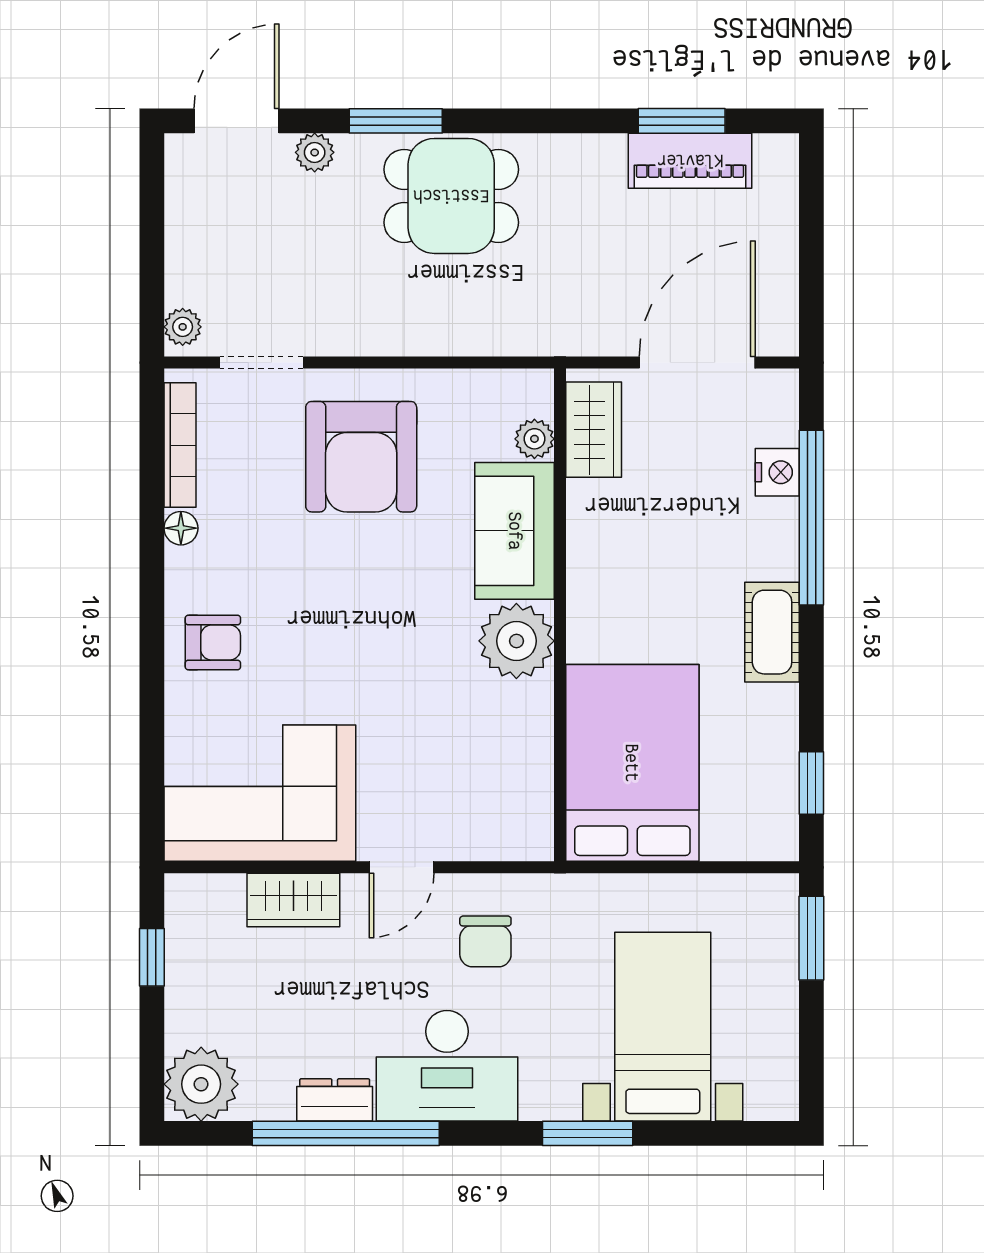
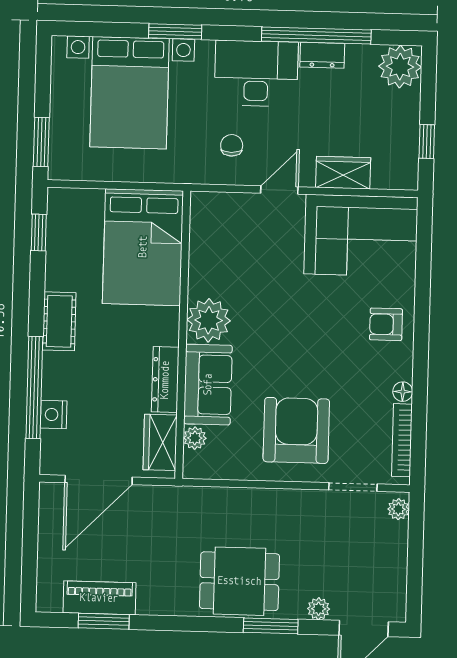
dresser: (588, 538) -> (165, 380), added
chair: (485, 941) -> (232, 145), width x0.73, depth x0.73
bed with nightstands: (663, 1027) -> (130, 93), width x1.36

